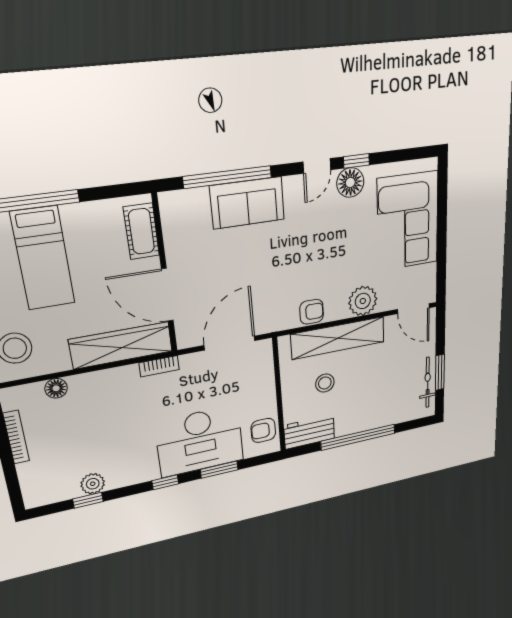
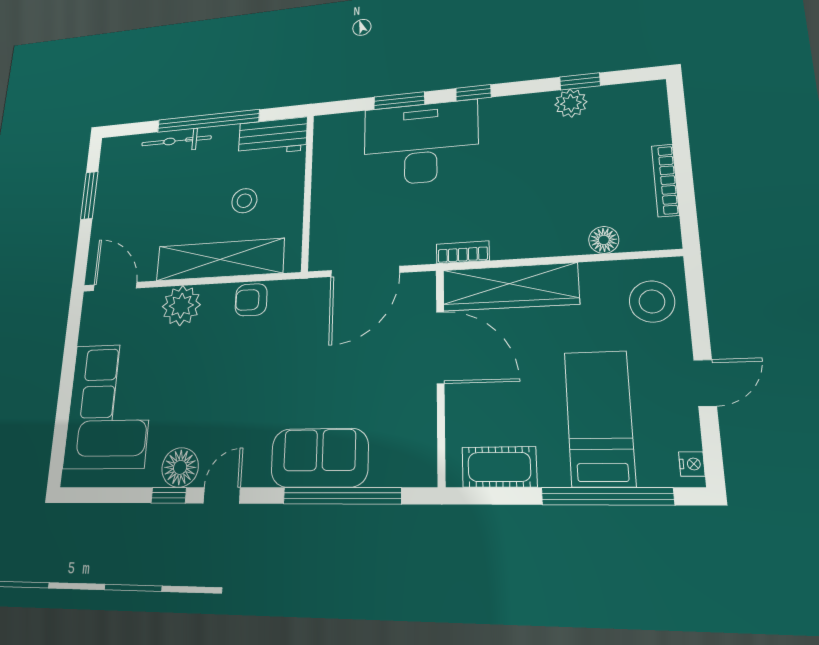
cot: (141, 231) -> (499, 467), moved, turned 90
bicycle: (428, 382) -> (176, 141), moved, turned 90
armchair: (263, 430) -> (334, 147), removed

